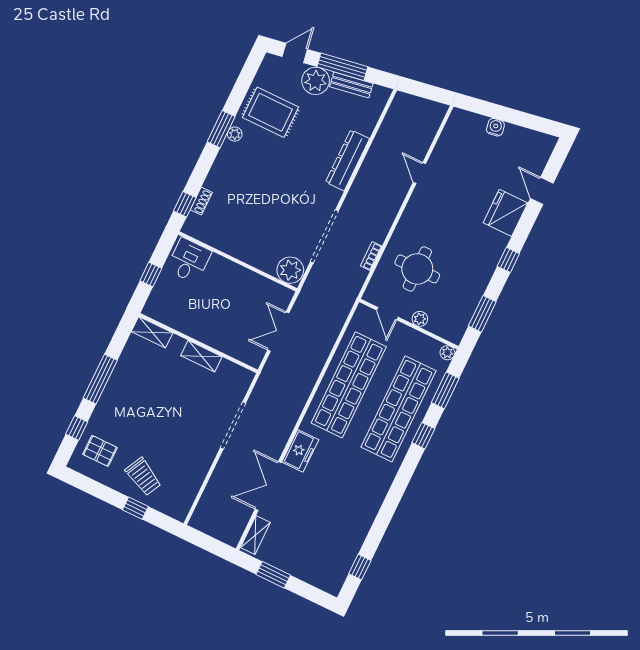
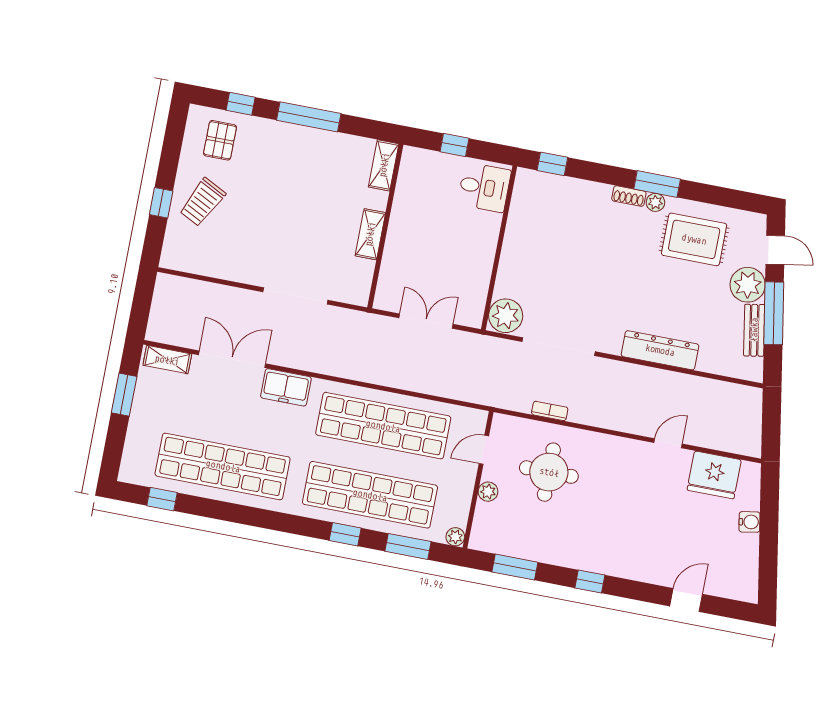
rug: (270, 112) -> (694, 239), turned 90
shoe rack: (201, 201) -> (629, 196), moved
fridge: (505, 213) -> (714, 475), moved, turned 180
shop shelf: (347, 515) -> (223, 466), added

